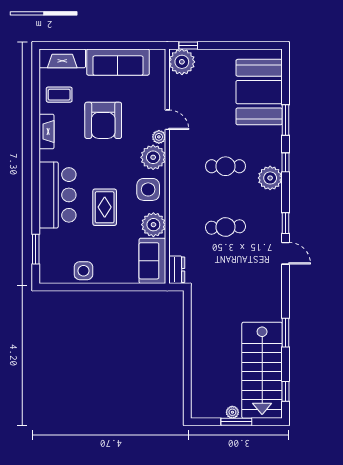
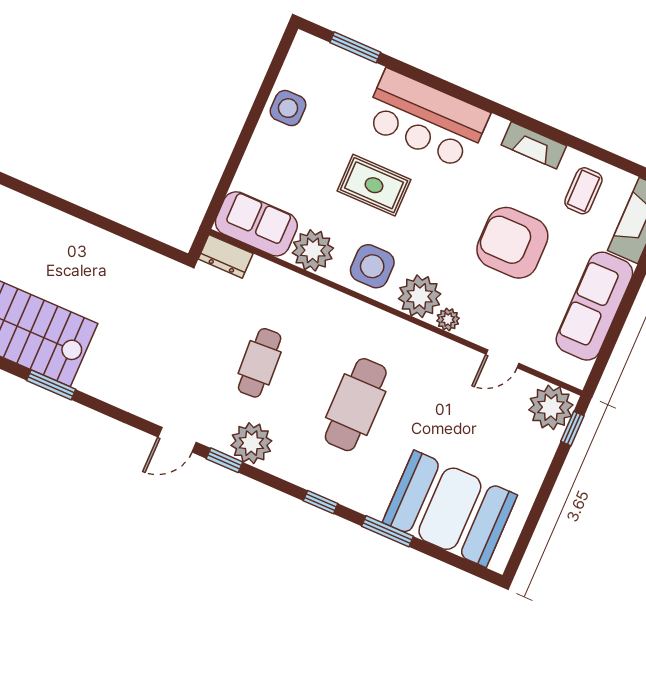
door: (167, 120) -> (502, 359), moved
cafe table: (225, 166) -> (356, 405), width x1.37, depth x1.35
plant: (270, 178) -> (251, 443), moved

